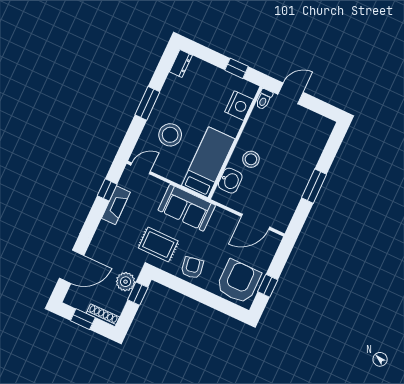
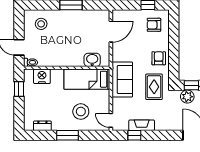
dresser: (181, 64) -> (42, 126), moved
stool: (251, 159) -> (41, 24), moved
door: (256, 222) -> (111, 32), hinge flipped
armchair: (192, 268) -> (159, 58), turned 100
armchair: (238, 282) -> (154, 25), width x0.53, depth x0.53

